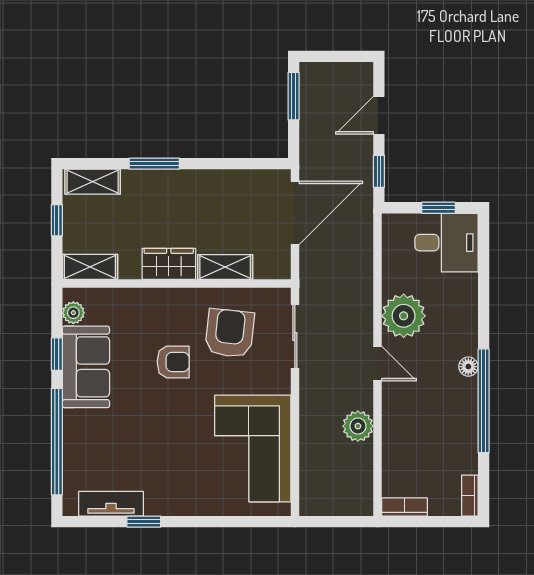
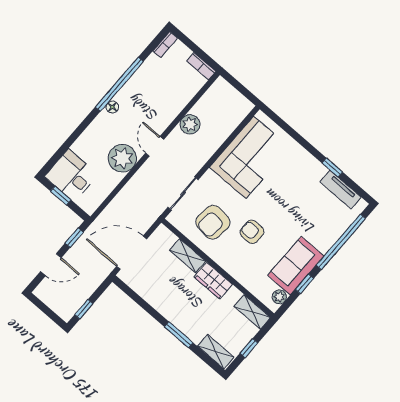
window: (294, 96) -> (84, 309), width x0.67

